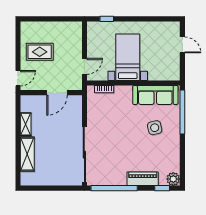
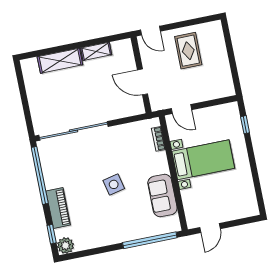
door: (182, 45) -> (210, 228), moved
sofa: (155, 95) -> (162, 196), width x0.73
side table: (155, 128) -> (114, 184), moved

